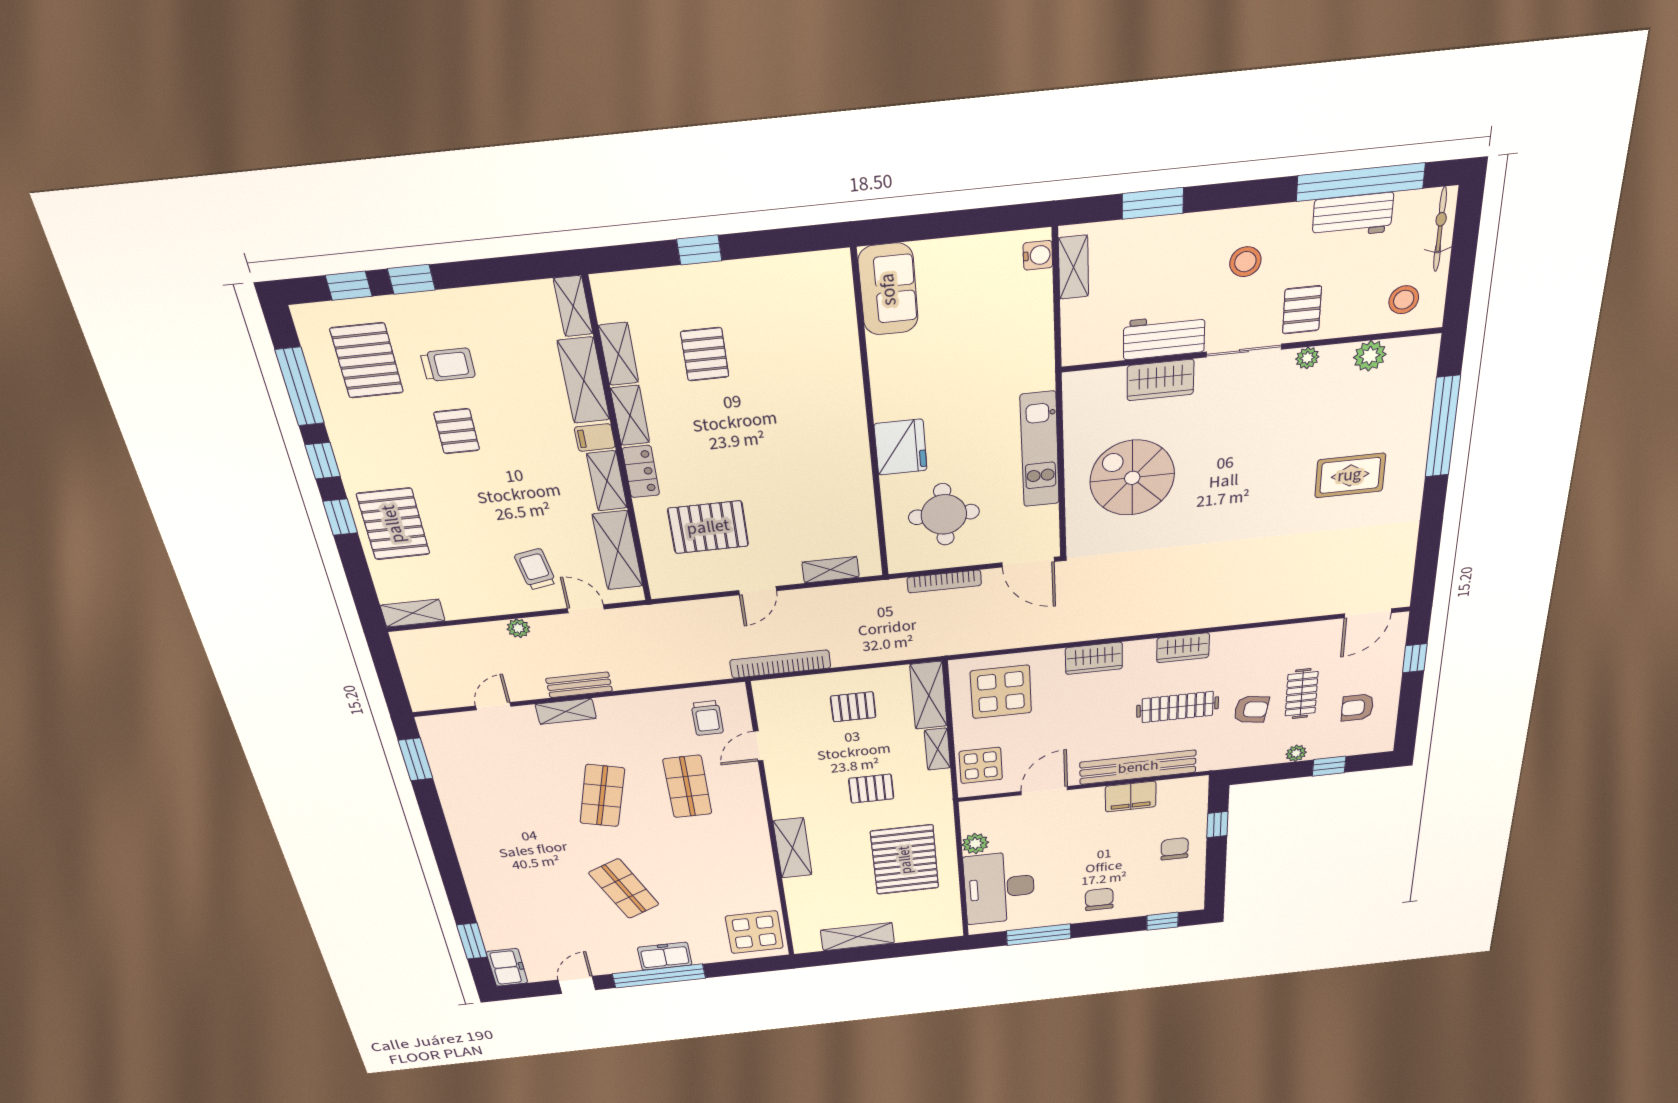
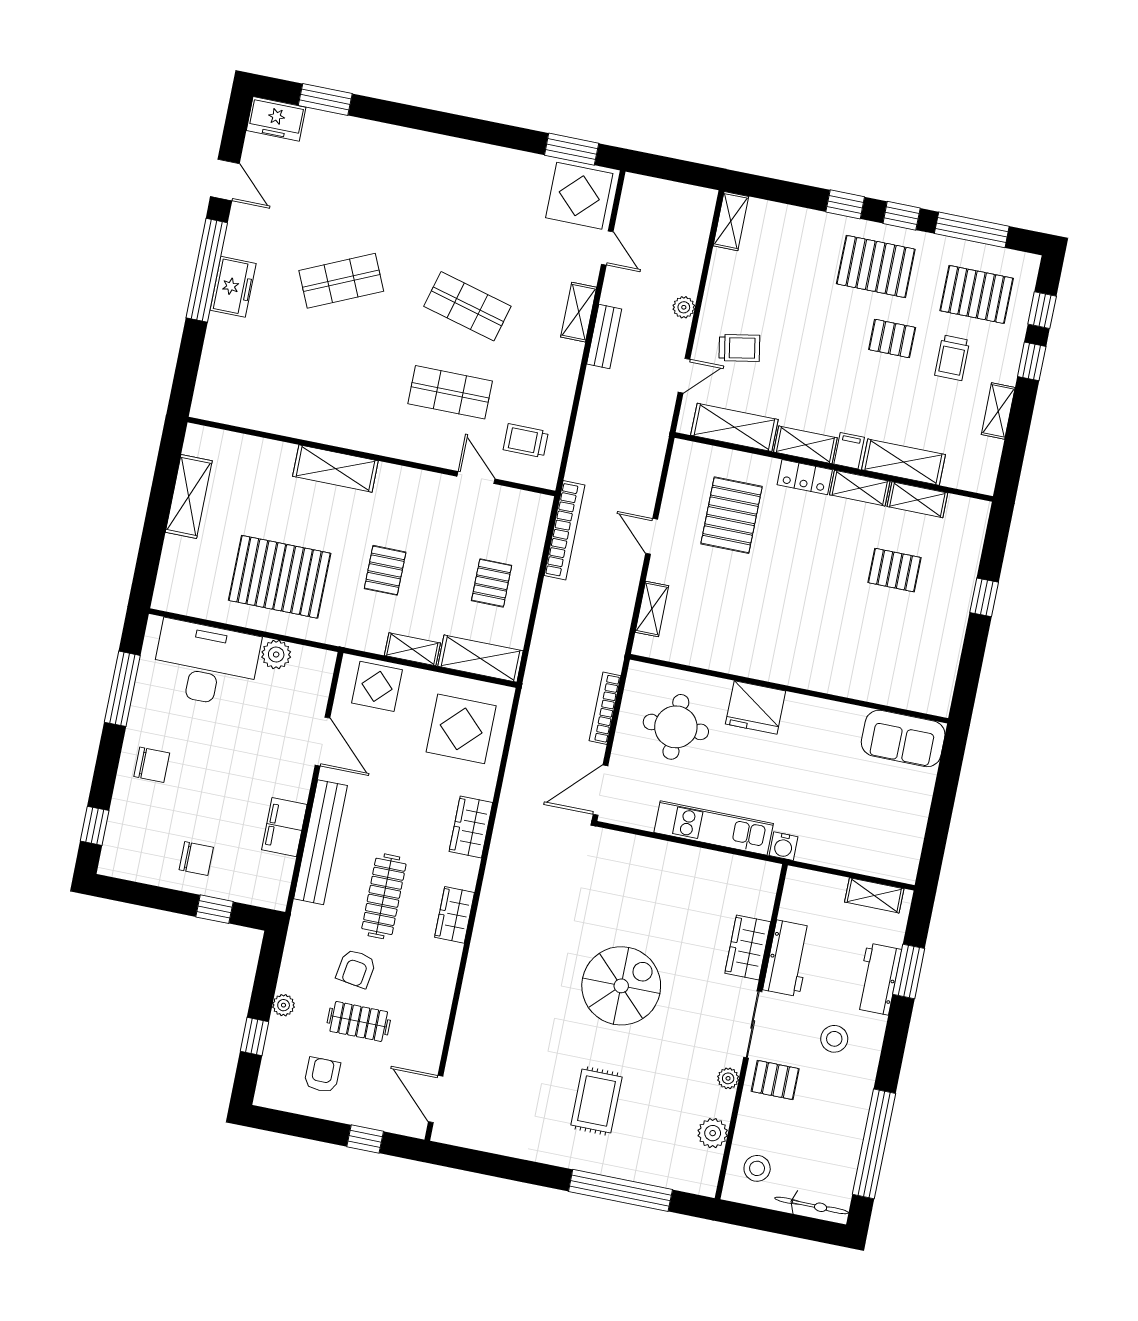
workbench: (1353, 216) -> (878, 979), moved
water cooler: (1038, 255) -> (783, 846), moved
shelving: (573, 306) -> (998, 411), moved, turned 90
spiral stairs: (1132, 478) -> (621, 986), moved
pallet: (393, 524) -> (876, 266), moved
display table: (754, 932) -> (579, 196), moved

